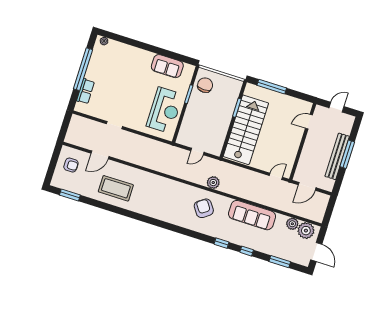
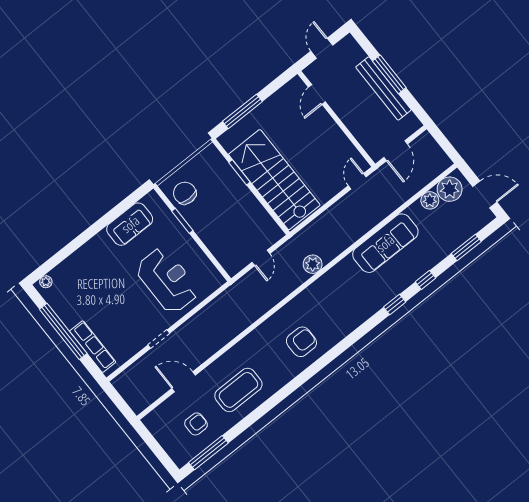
row of seats: (86, 91) -> (93, 347), width x1.48
reception desk: (165, 110) -> (167, 280), moved
door: (100, 155) -> (184, 382), swing flipped
armchair: (71, 165) -> (196, 424), moved
window: (70, 195) -> (208, 453), width x1.44
armchair: (204, 208) -> (301, 342), moved, turned 125

